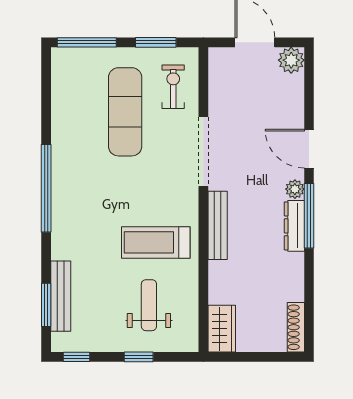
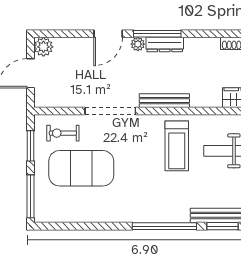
exercise mat: (125, 112) -> (81, 168), width x1.47
window: (46, 188) -> (164, 226), moved

